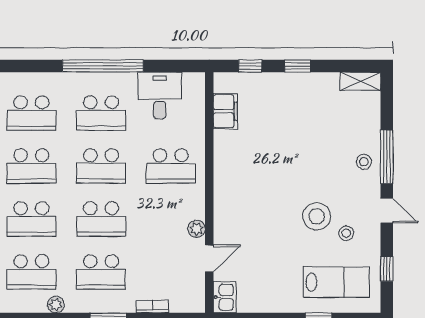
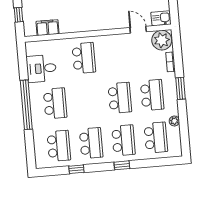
school desk: (101, 166) -> (87, 101), removed
plant: (197, 229) -> (162, 40), moved, width x1.87, depth x1.87

